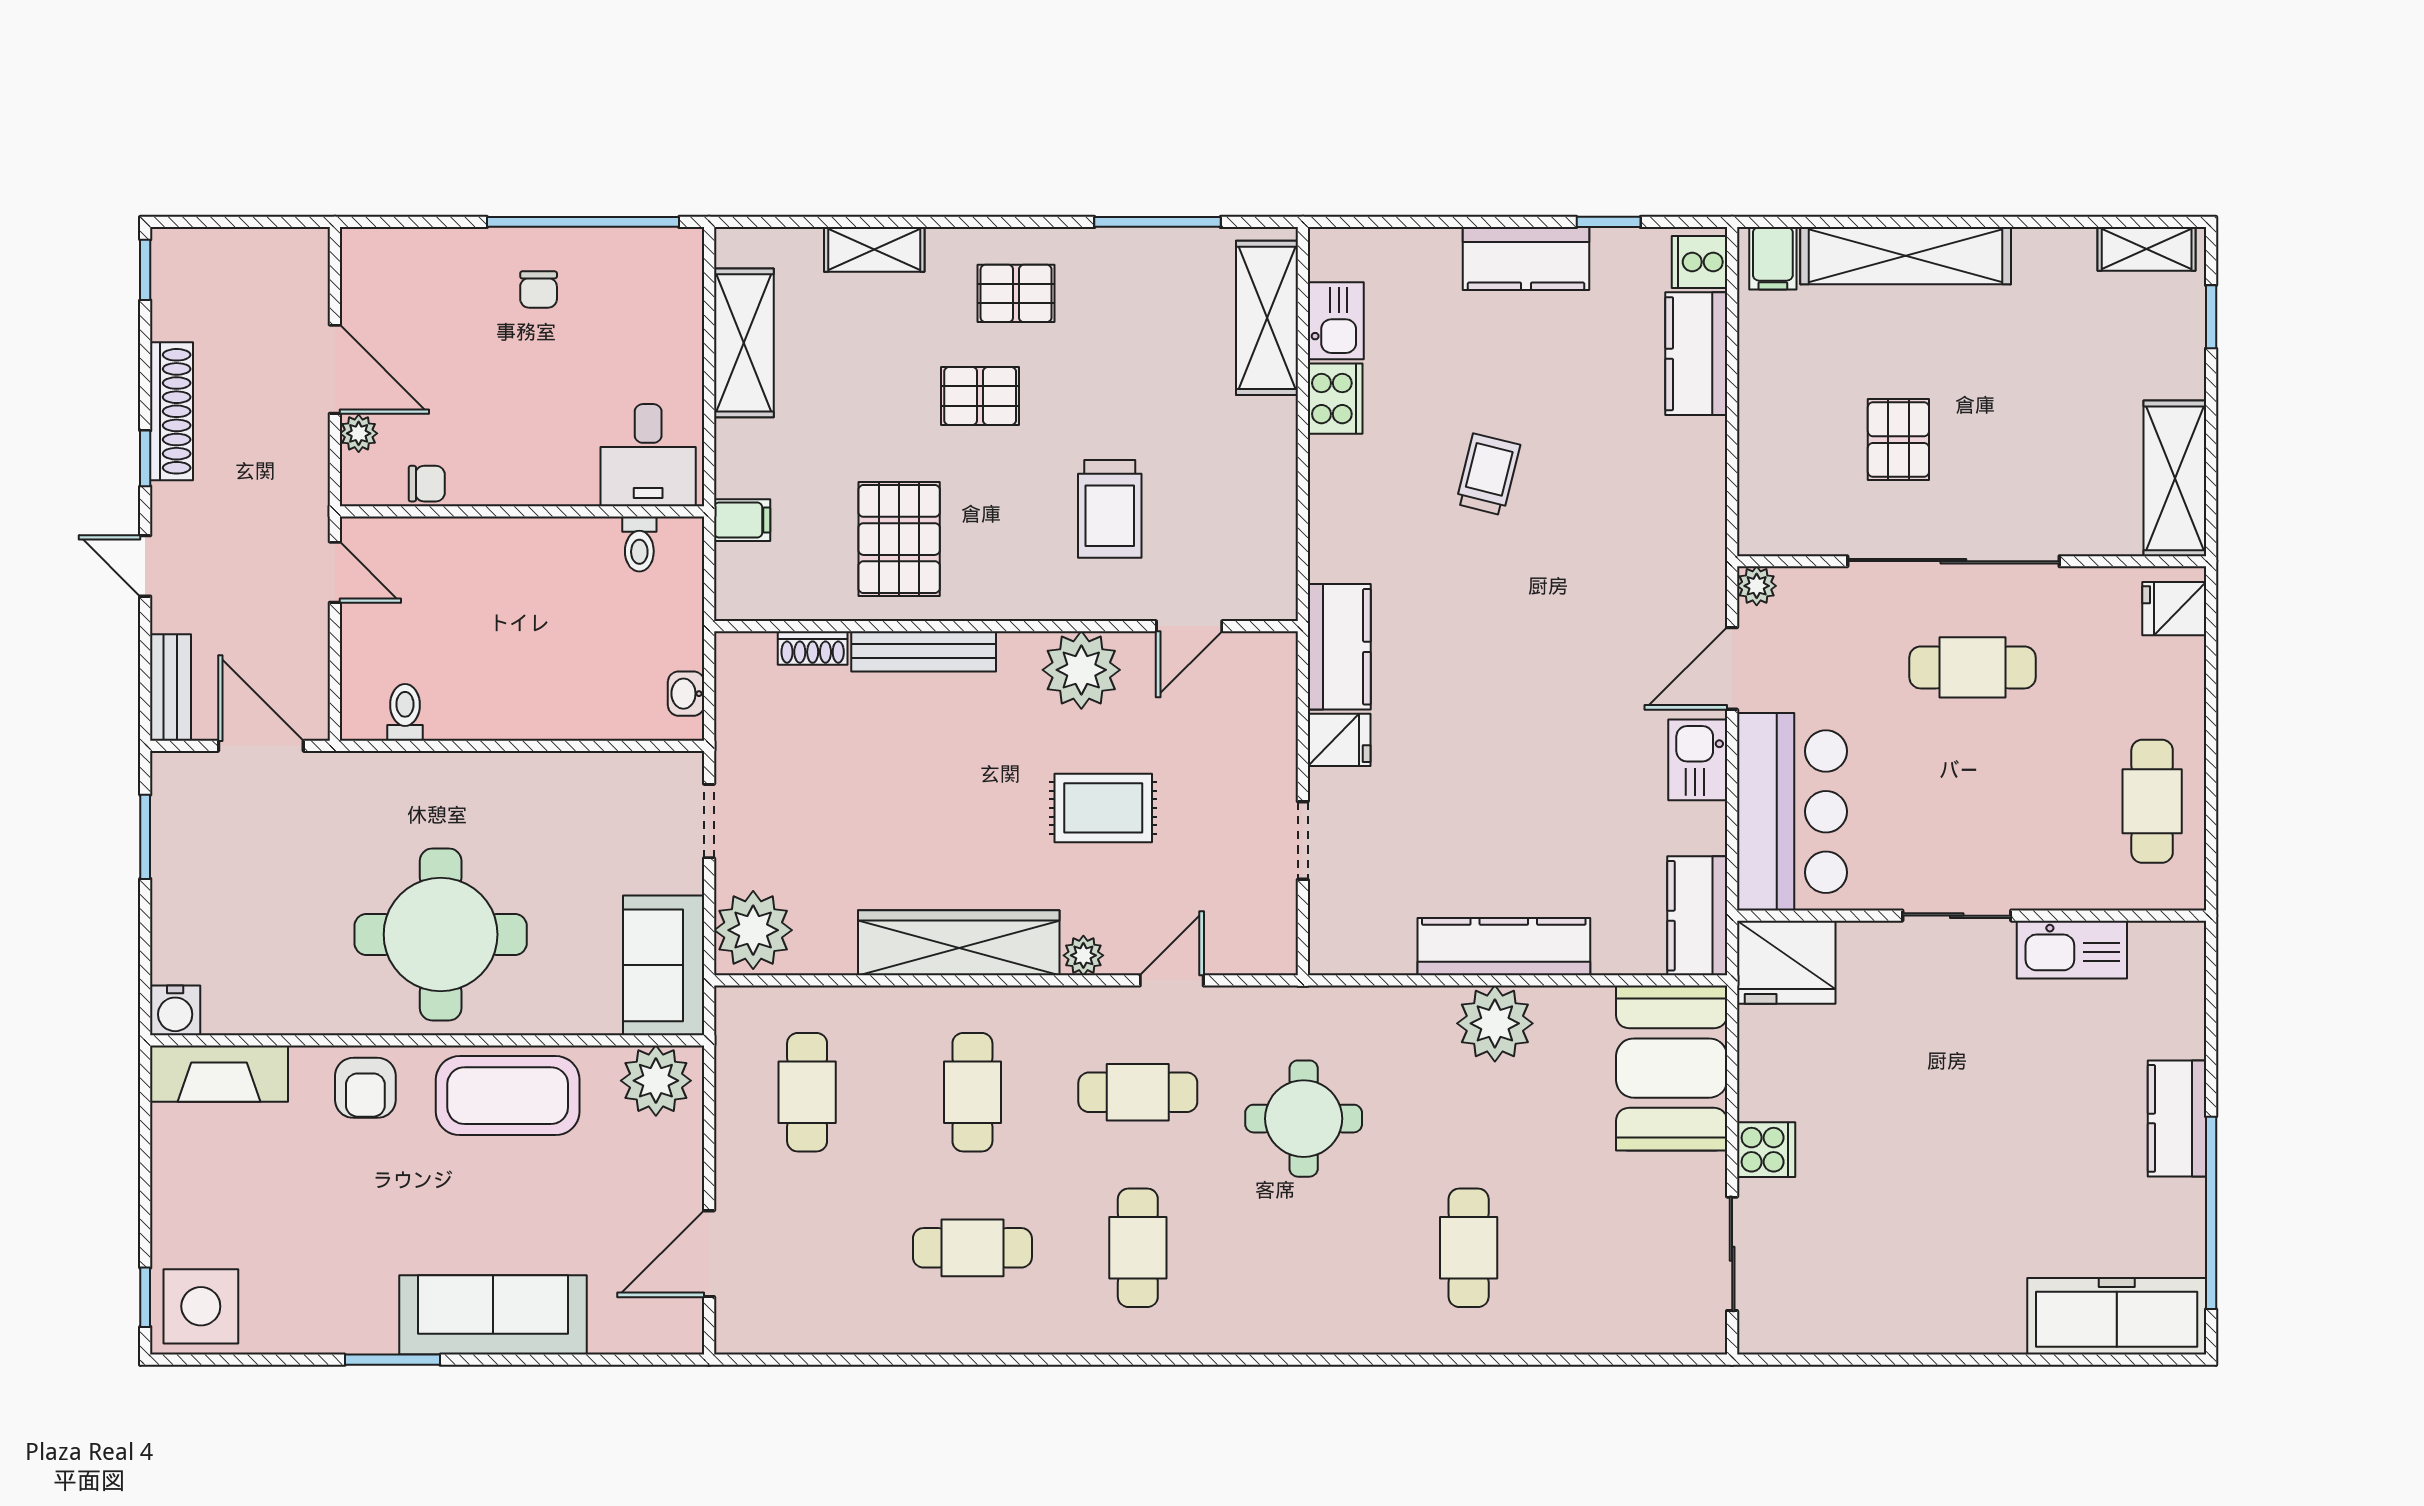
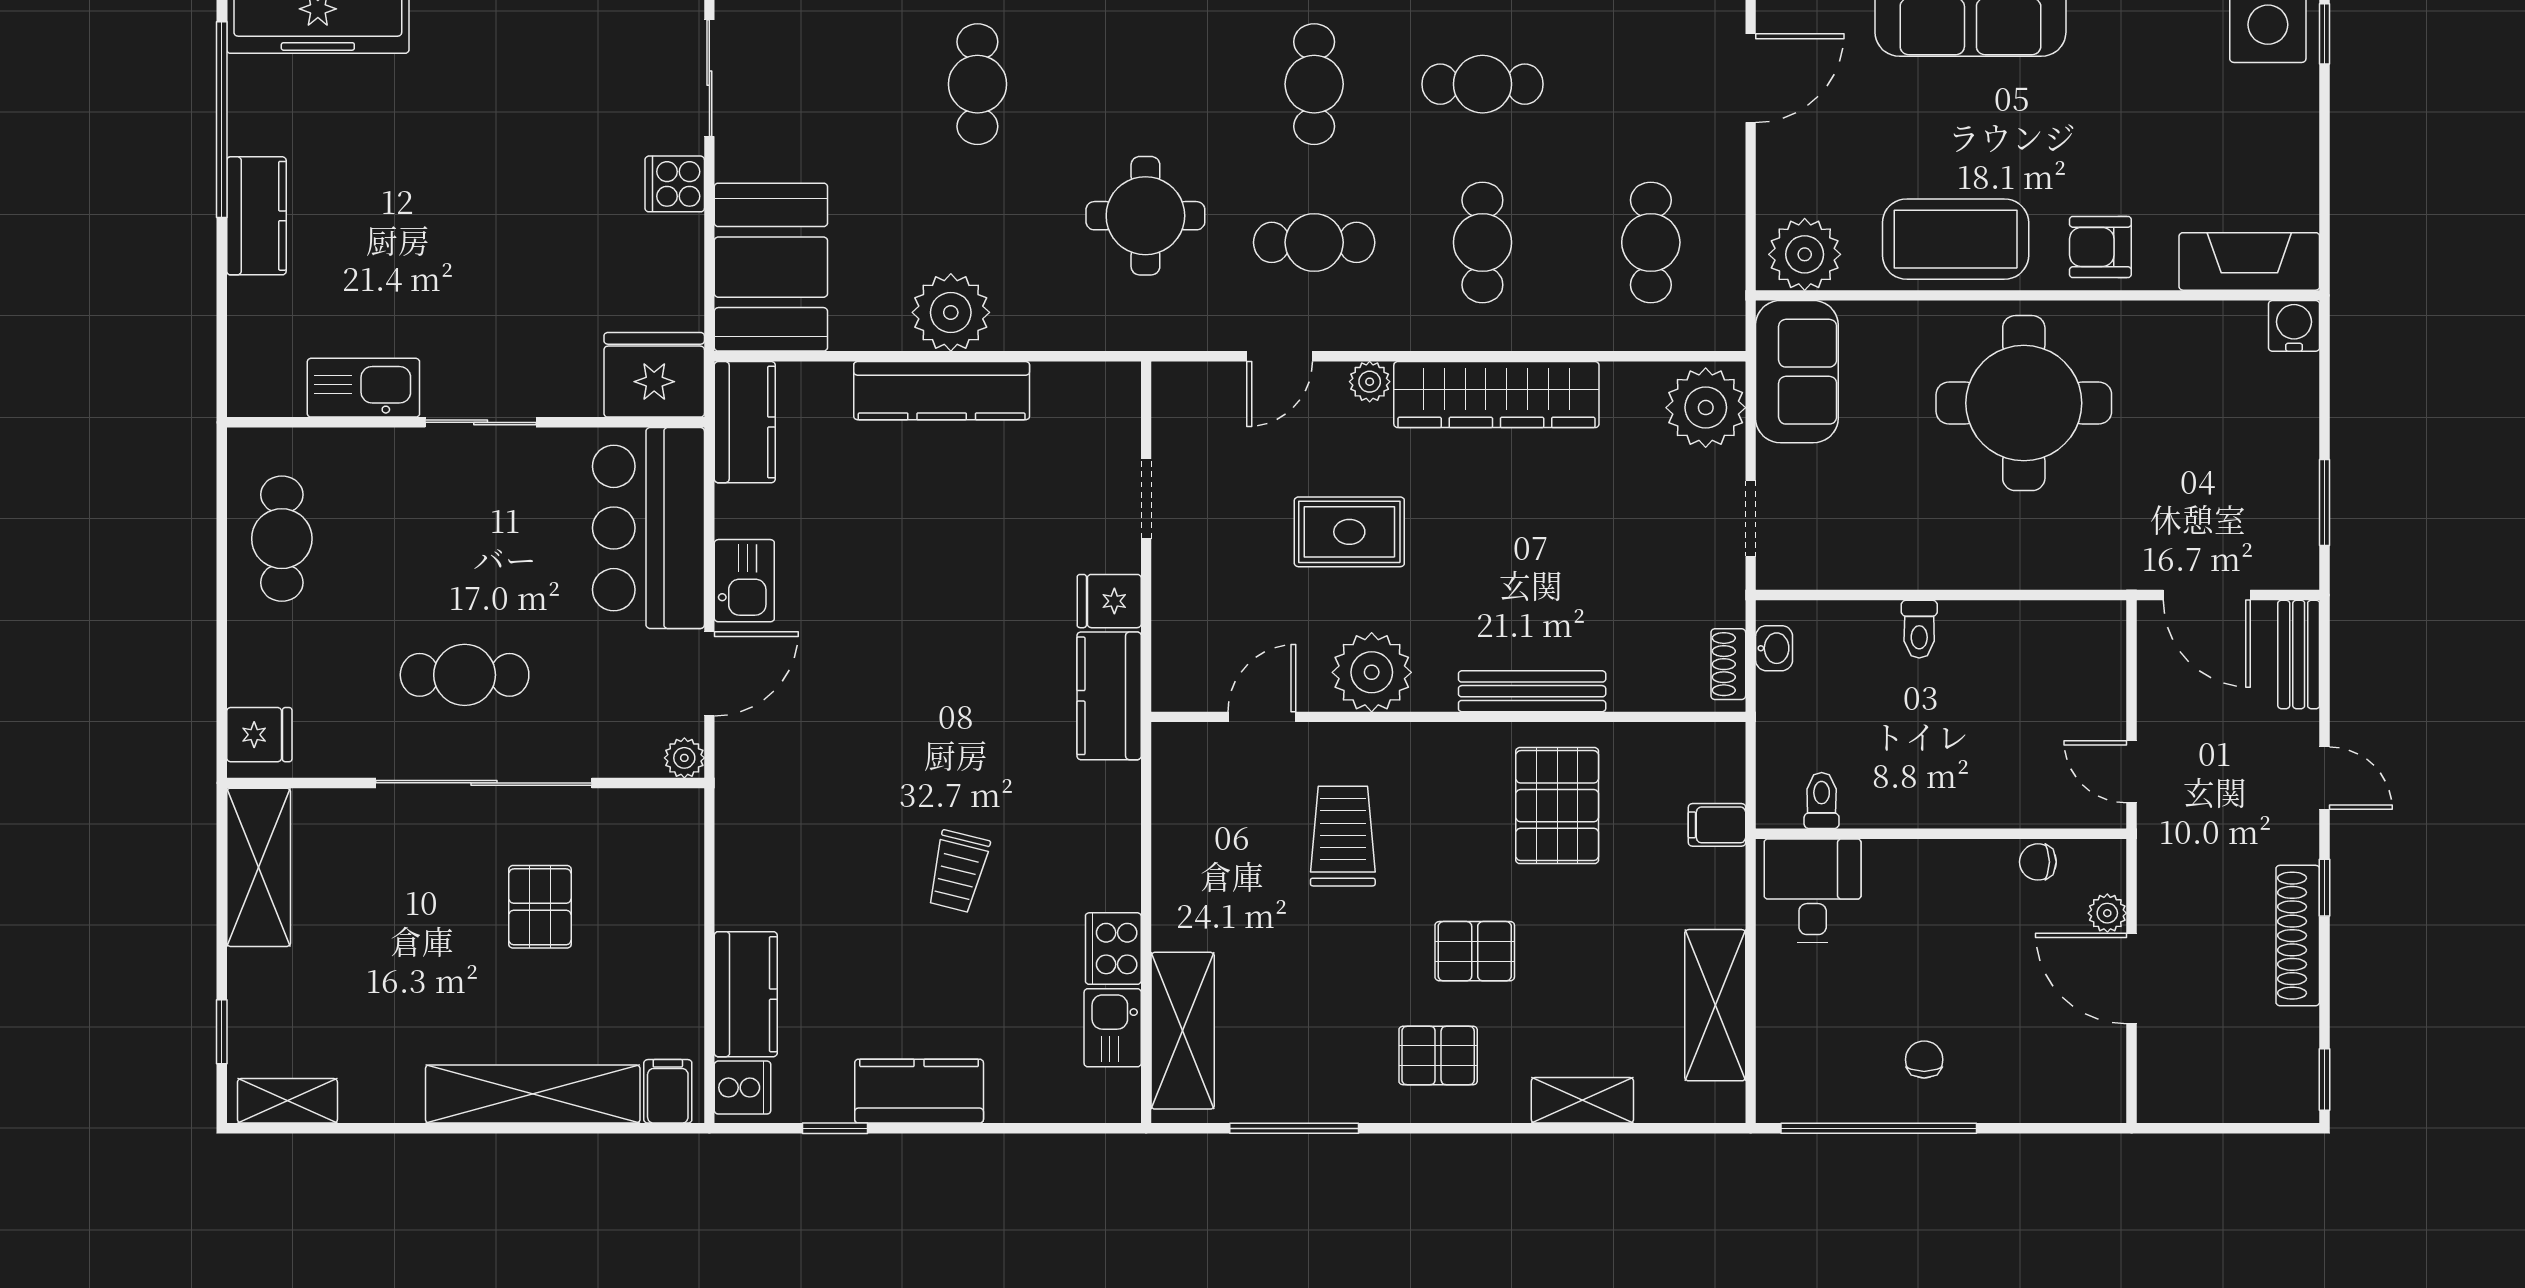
shoe rack: (813, 648) -> (1728, 664), moved, turned -90
toilet: (405, 712) -> (1919, 629), moved
armchair: (365, 1088) -> (2100, 247), turned -90

